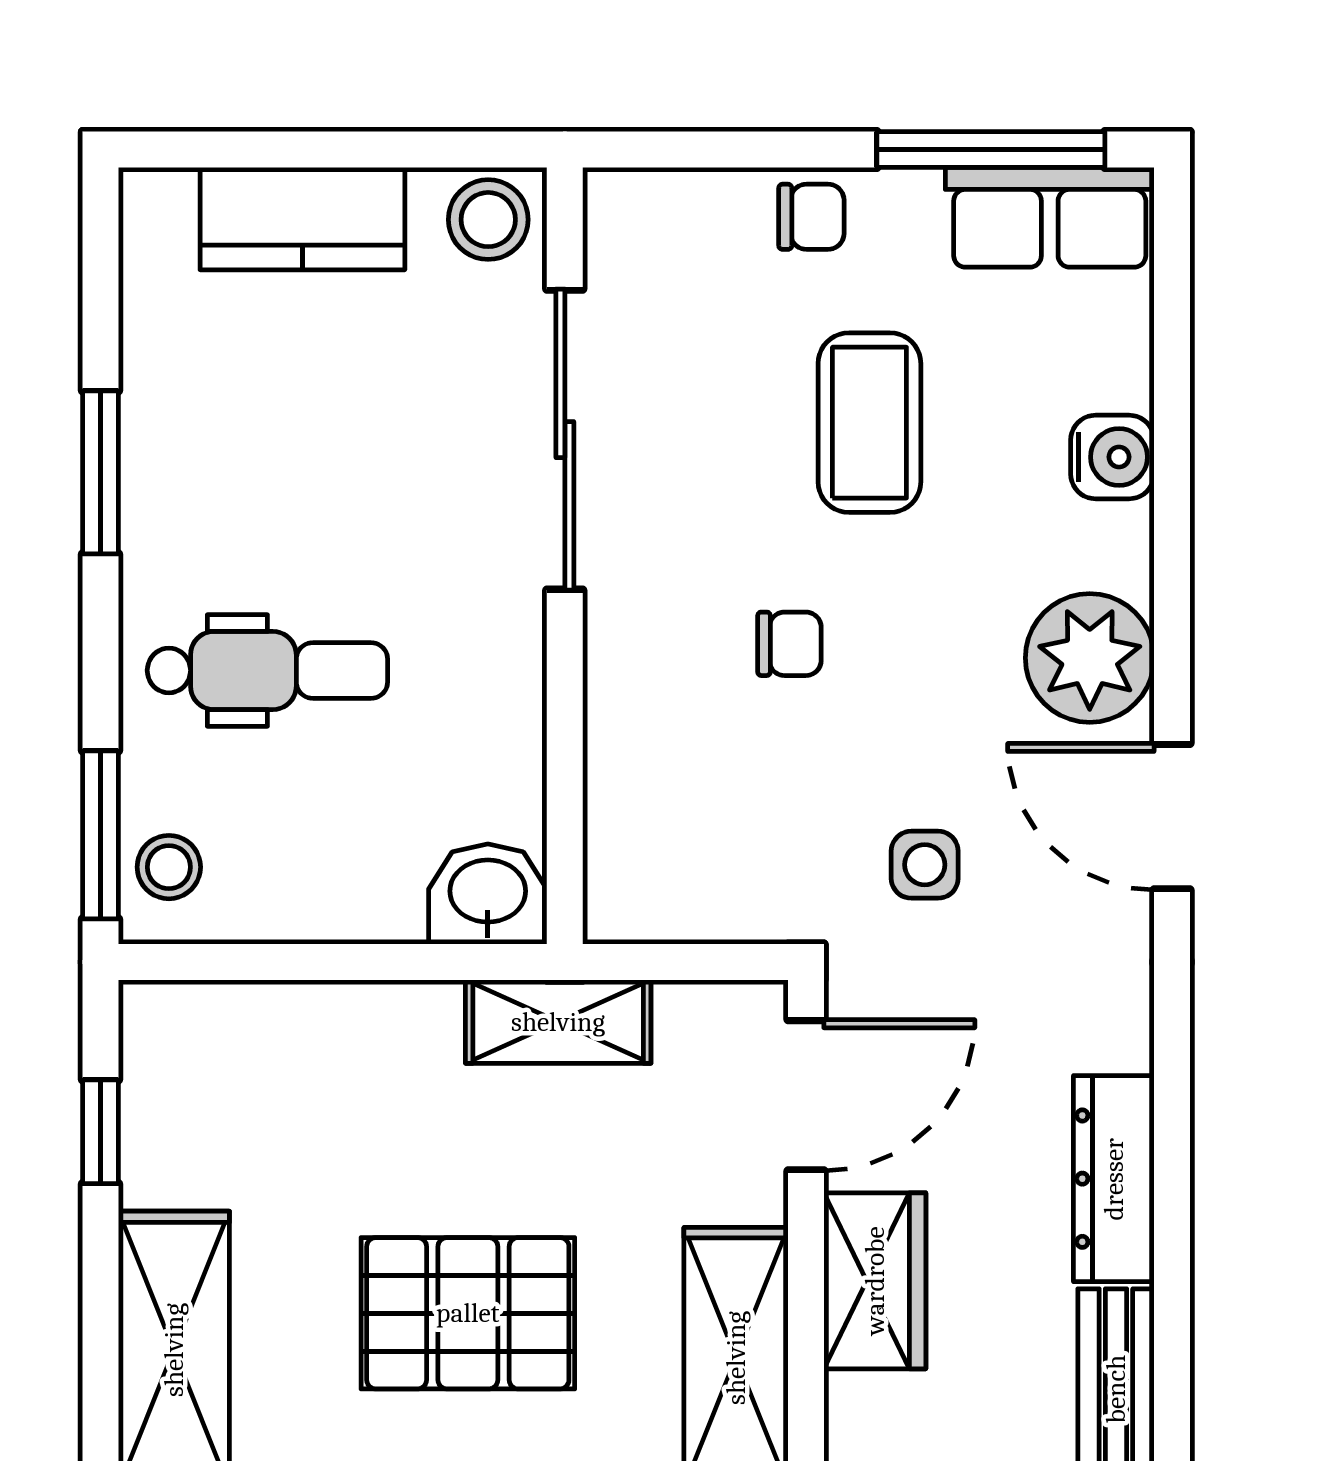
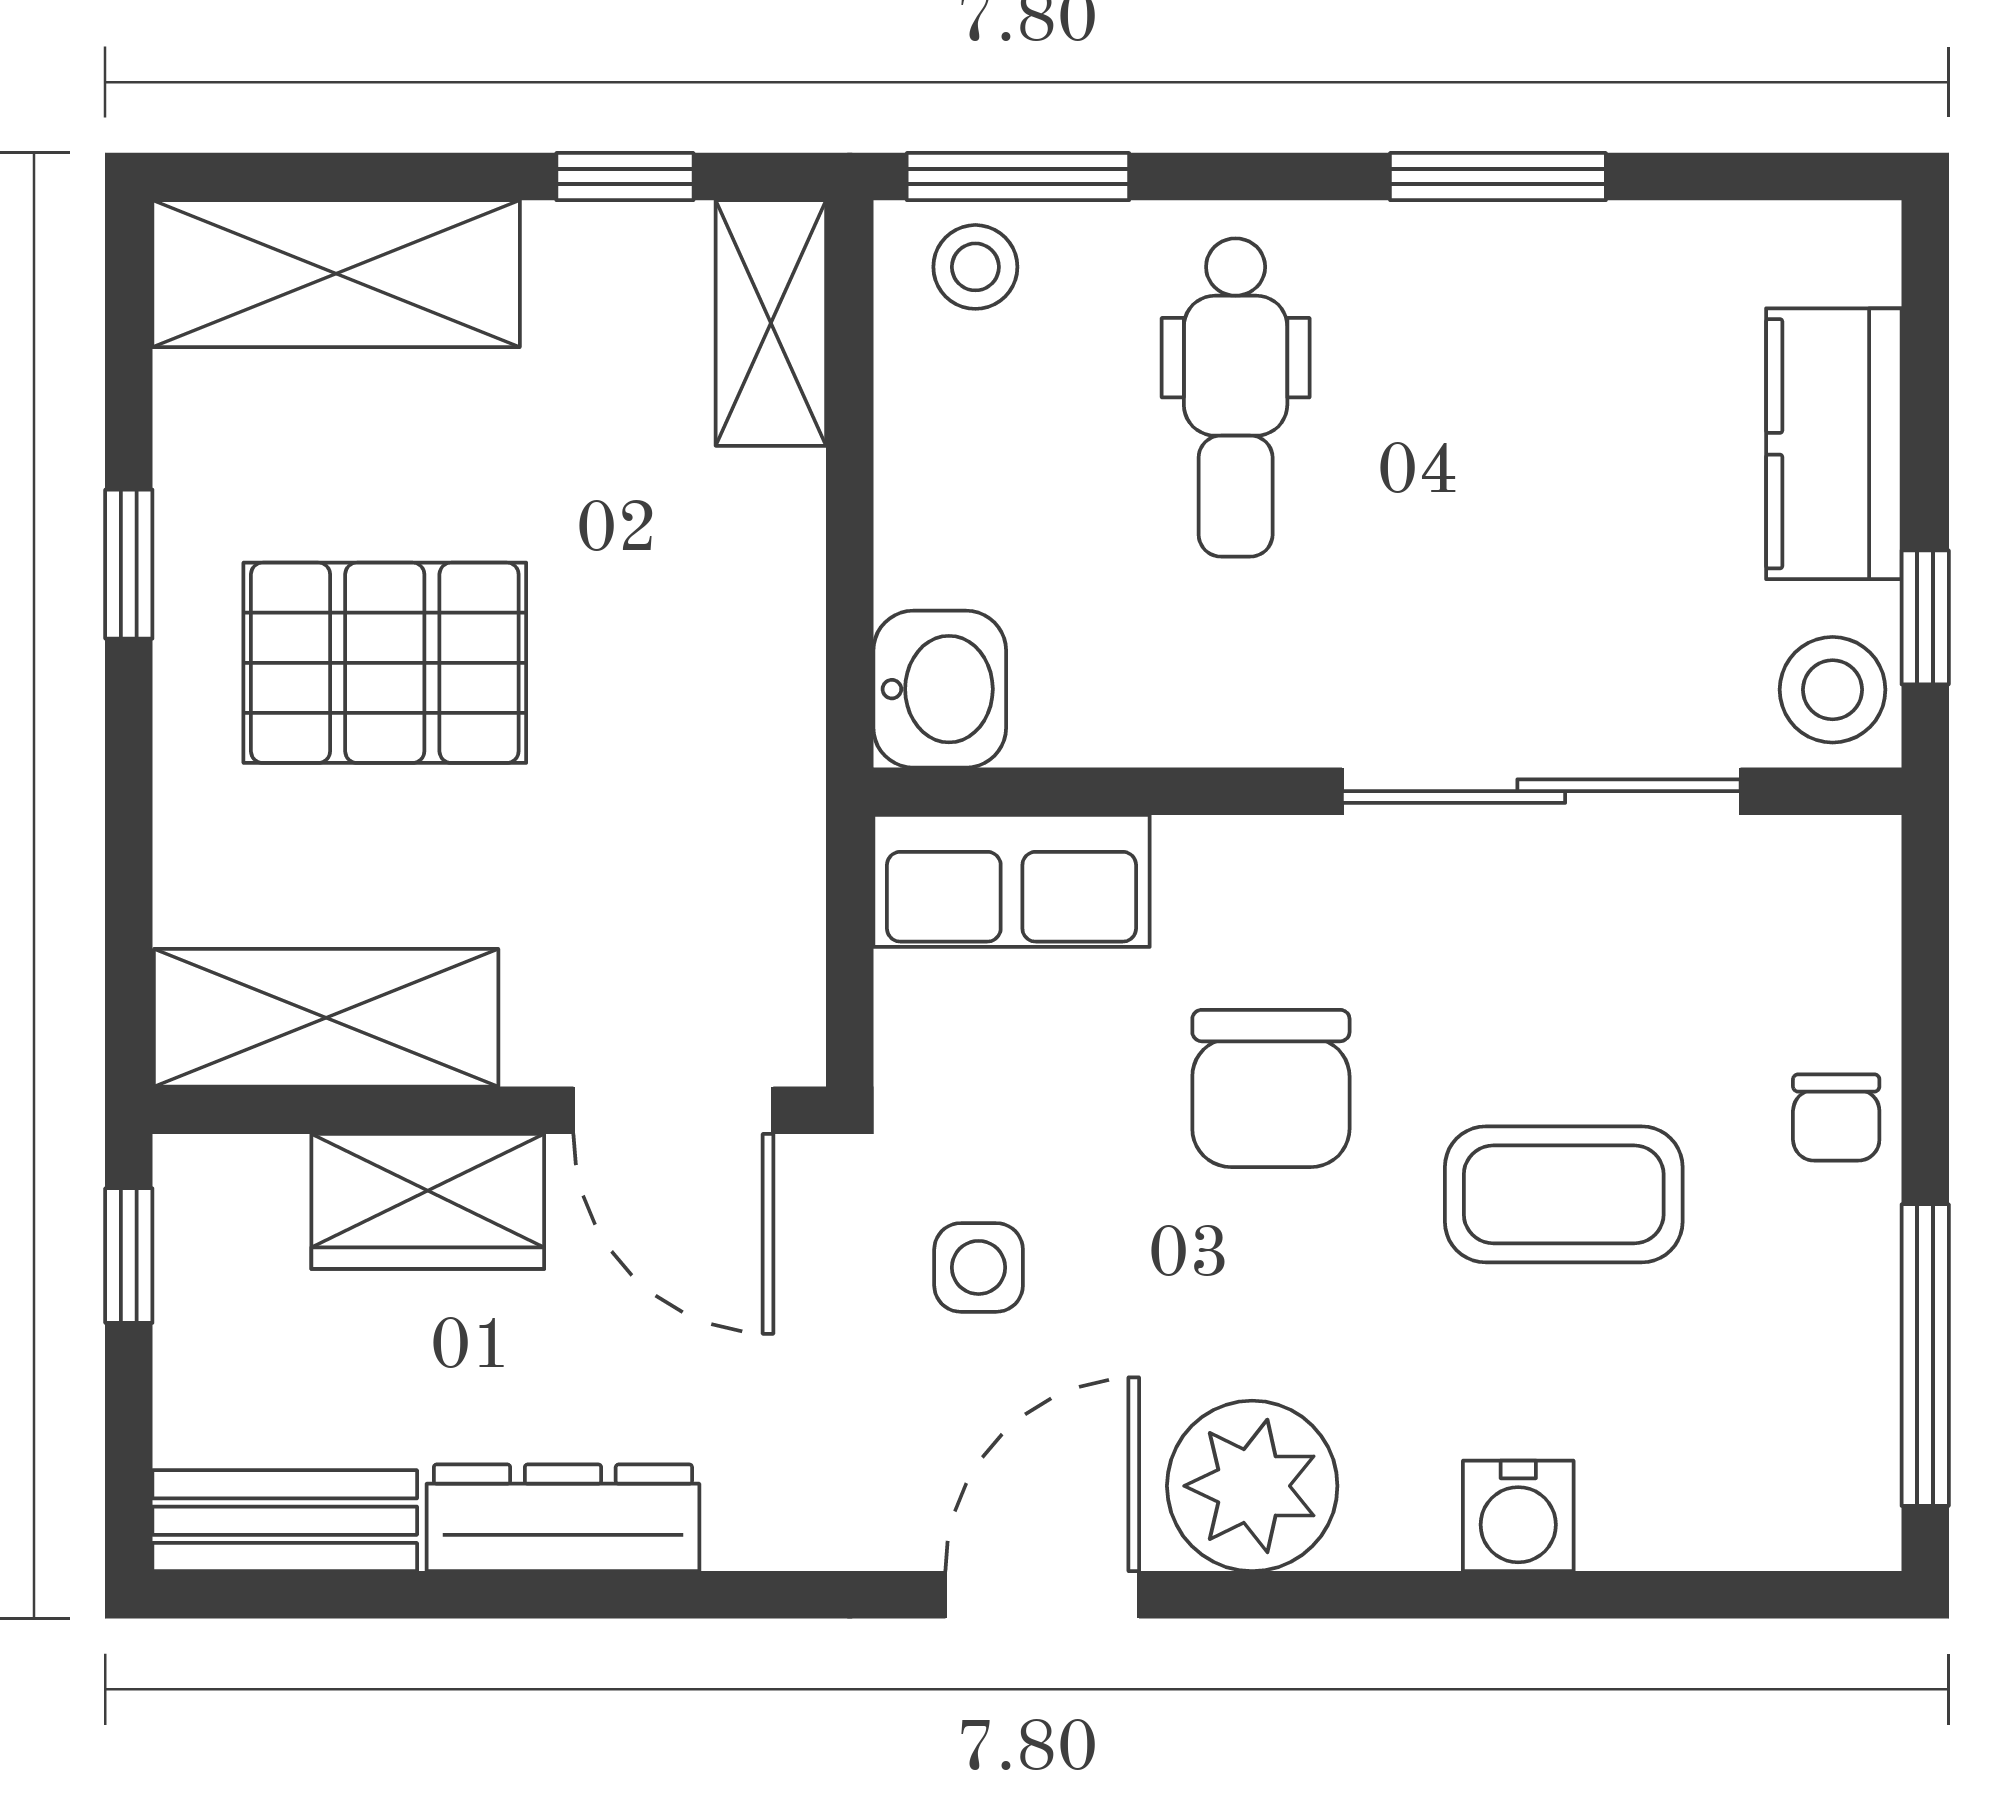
window: (434, 150) -> (1925, 617), added
row of seats: (1050, 217) -> (1012, 881), moved, turned -90
chair: (789, 644) -> (1271, 1088), width x1.87, depth x1.87
shelving: (558, 1022) -> (771, 323), moved
pallet: (468, 1313) -> (385, 663), turned 90

